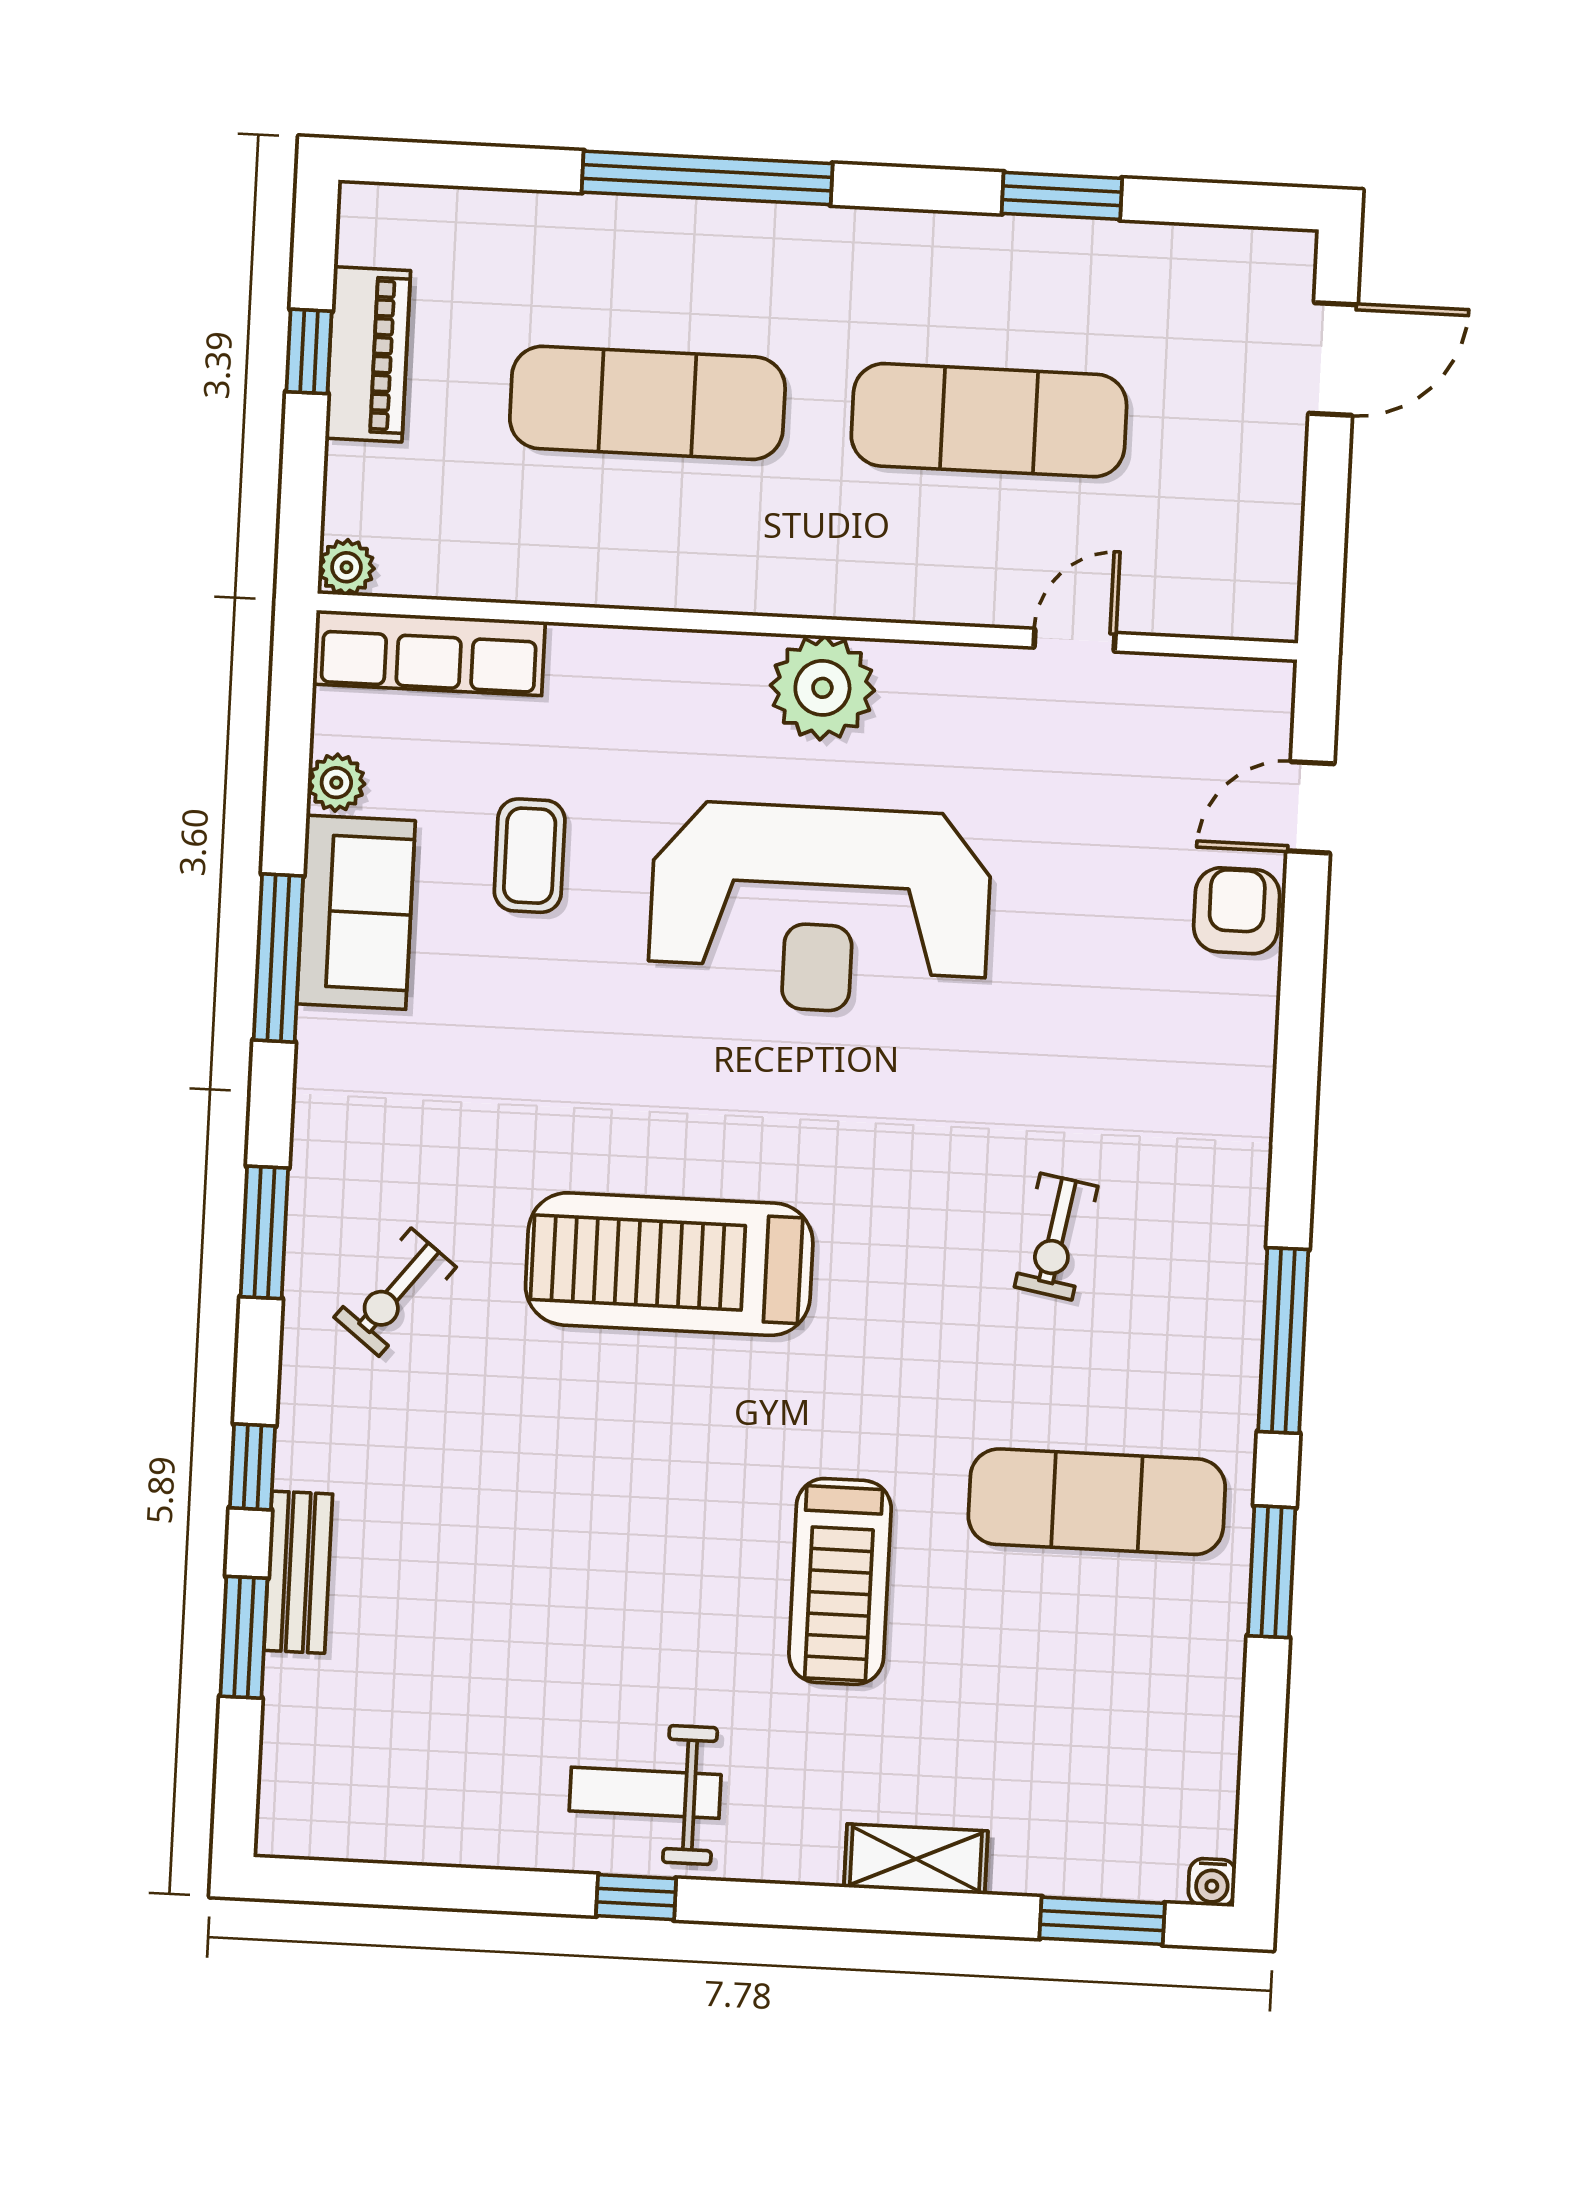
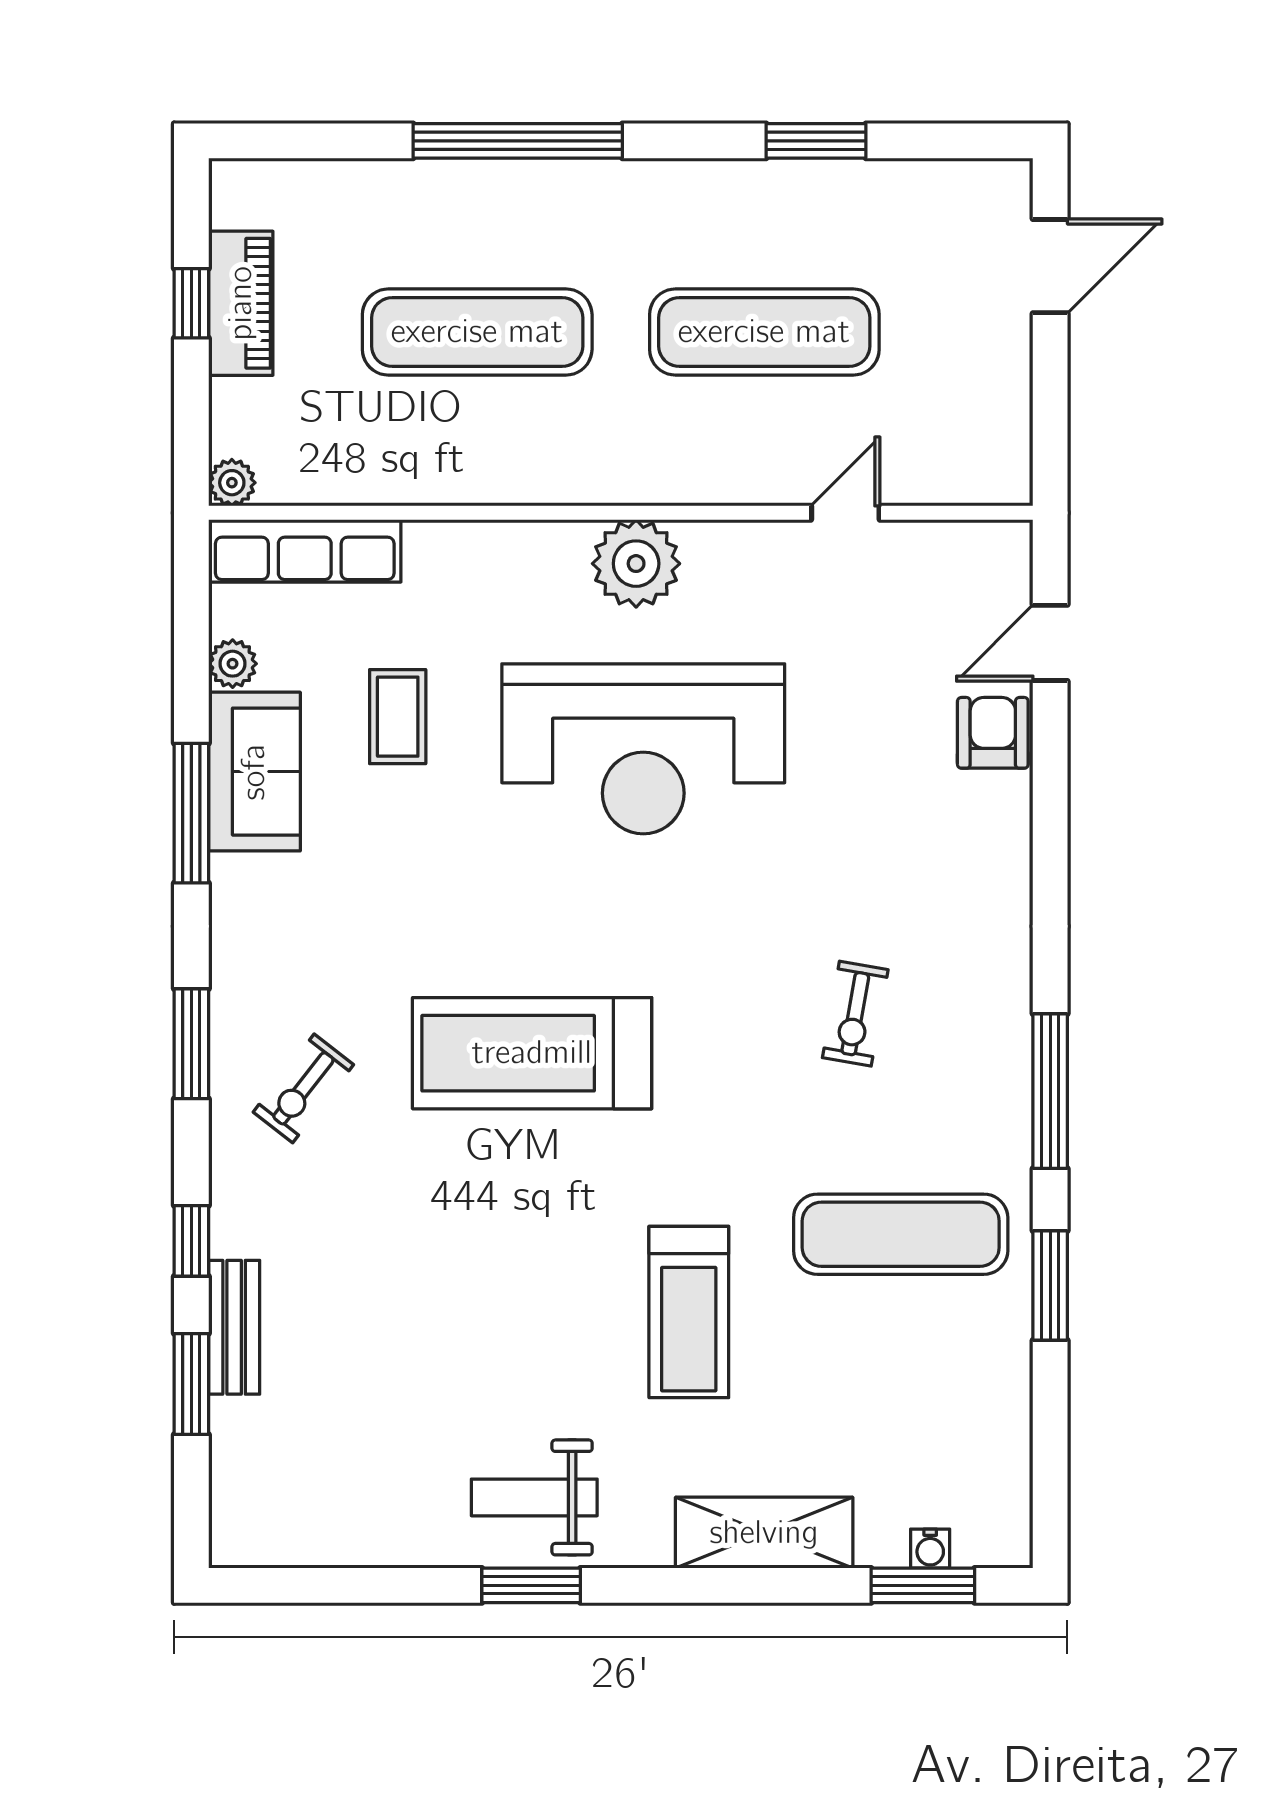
shelving: (916, 1859) -> (764, 1533), width x1.50, depth x1.33
water cooler: (1212, 1882) -> (930, 1549), moved
window: (636, 1897) -> (531, 1585), width x1.50

